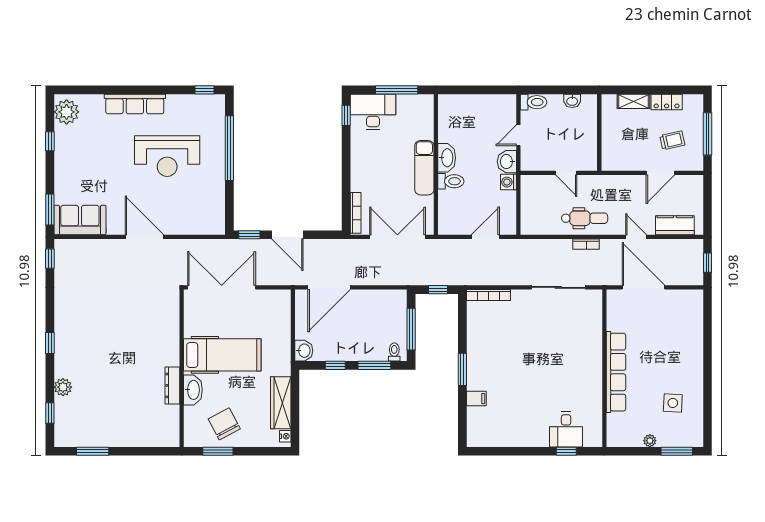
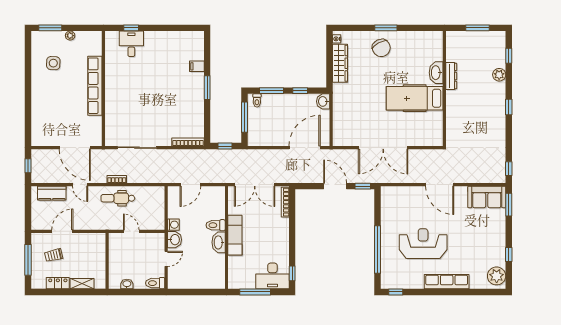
hospital bed: (222, 355) -> (415, 98), moved
wall: (182, 368) -> (444, 89), moved
dresser: (172, 385) -> (451, 76), moved
washbasin: (193, 390) -> (436, 73), moved

